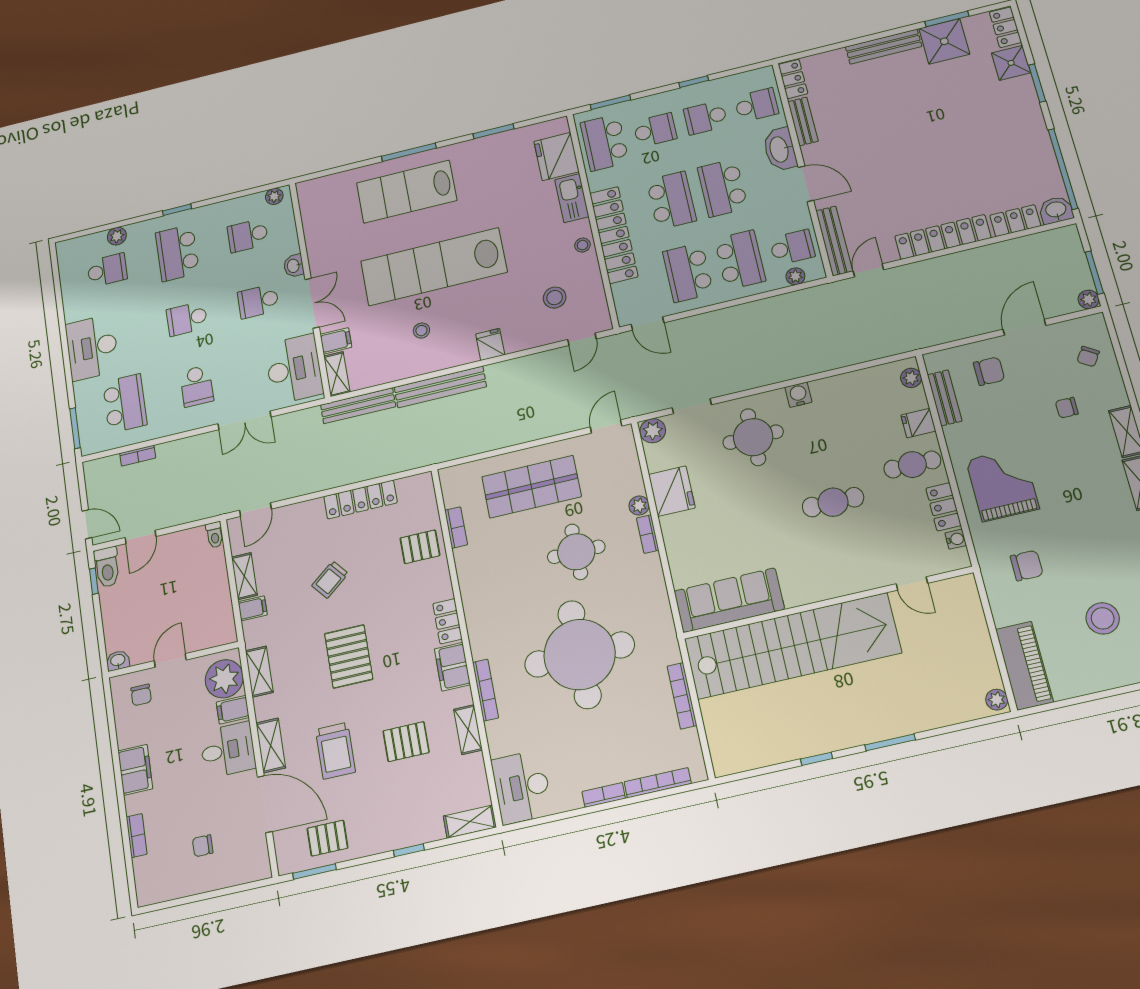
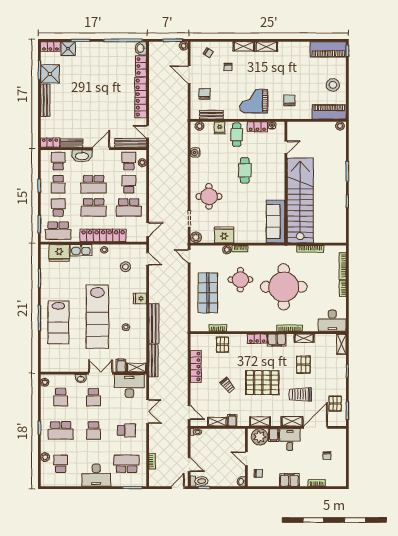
school desk: (671, 200) -> (94, 207), turned 180
school desk: (740, 260) -> (129, 184), width x0.54
water cooler: (798, 395) -> (195, 153), moved
stool: (1103, 618) -> (333, 85), moved
pallet: (349, 656) -> (262, 383), width x1.37, depth x1.41
trolley: (335, 751) -> (300, 394), turned 180

